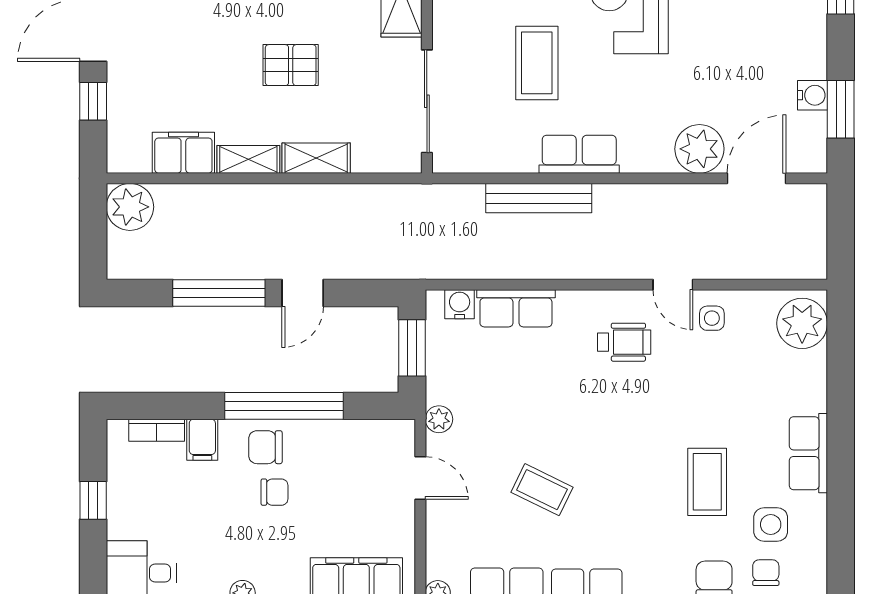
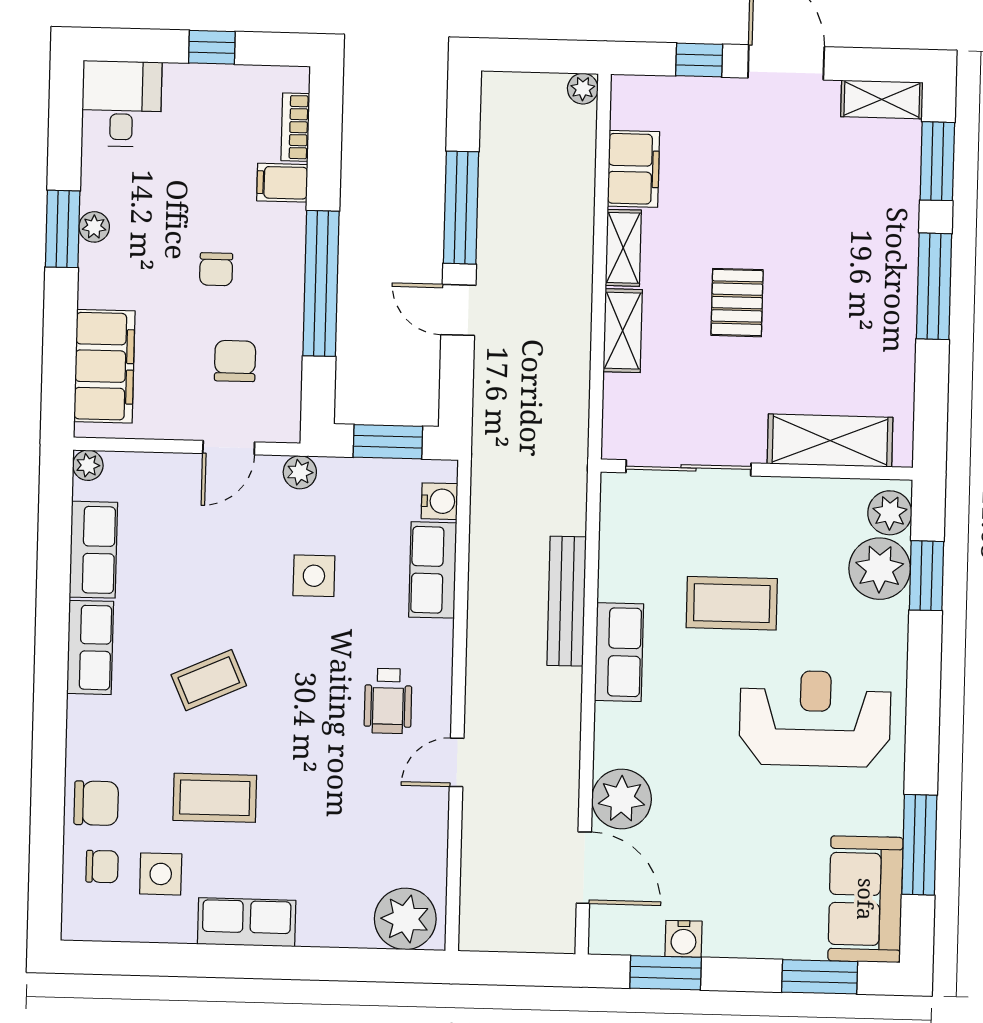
plant: (130, 207) -> (583, 89), width x0.53, depth x0.53
side table: (712, 318) -> (314, 576), moved, width x1.37, depth x1.37
chair: (265, 447) -> (235, 361), moved
coffee table: (542, 490) -> (209, 680), moved, turned 40

